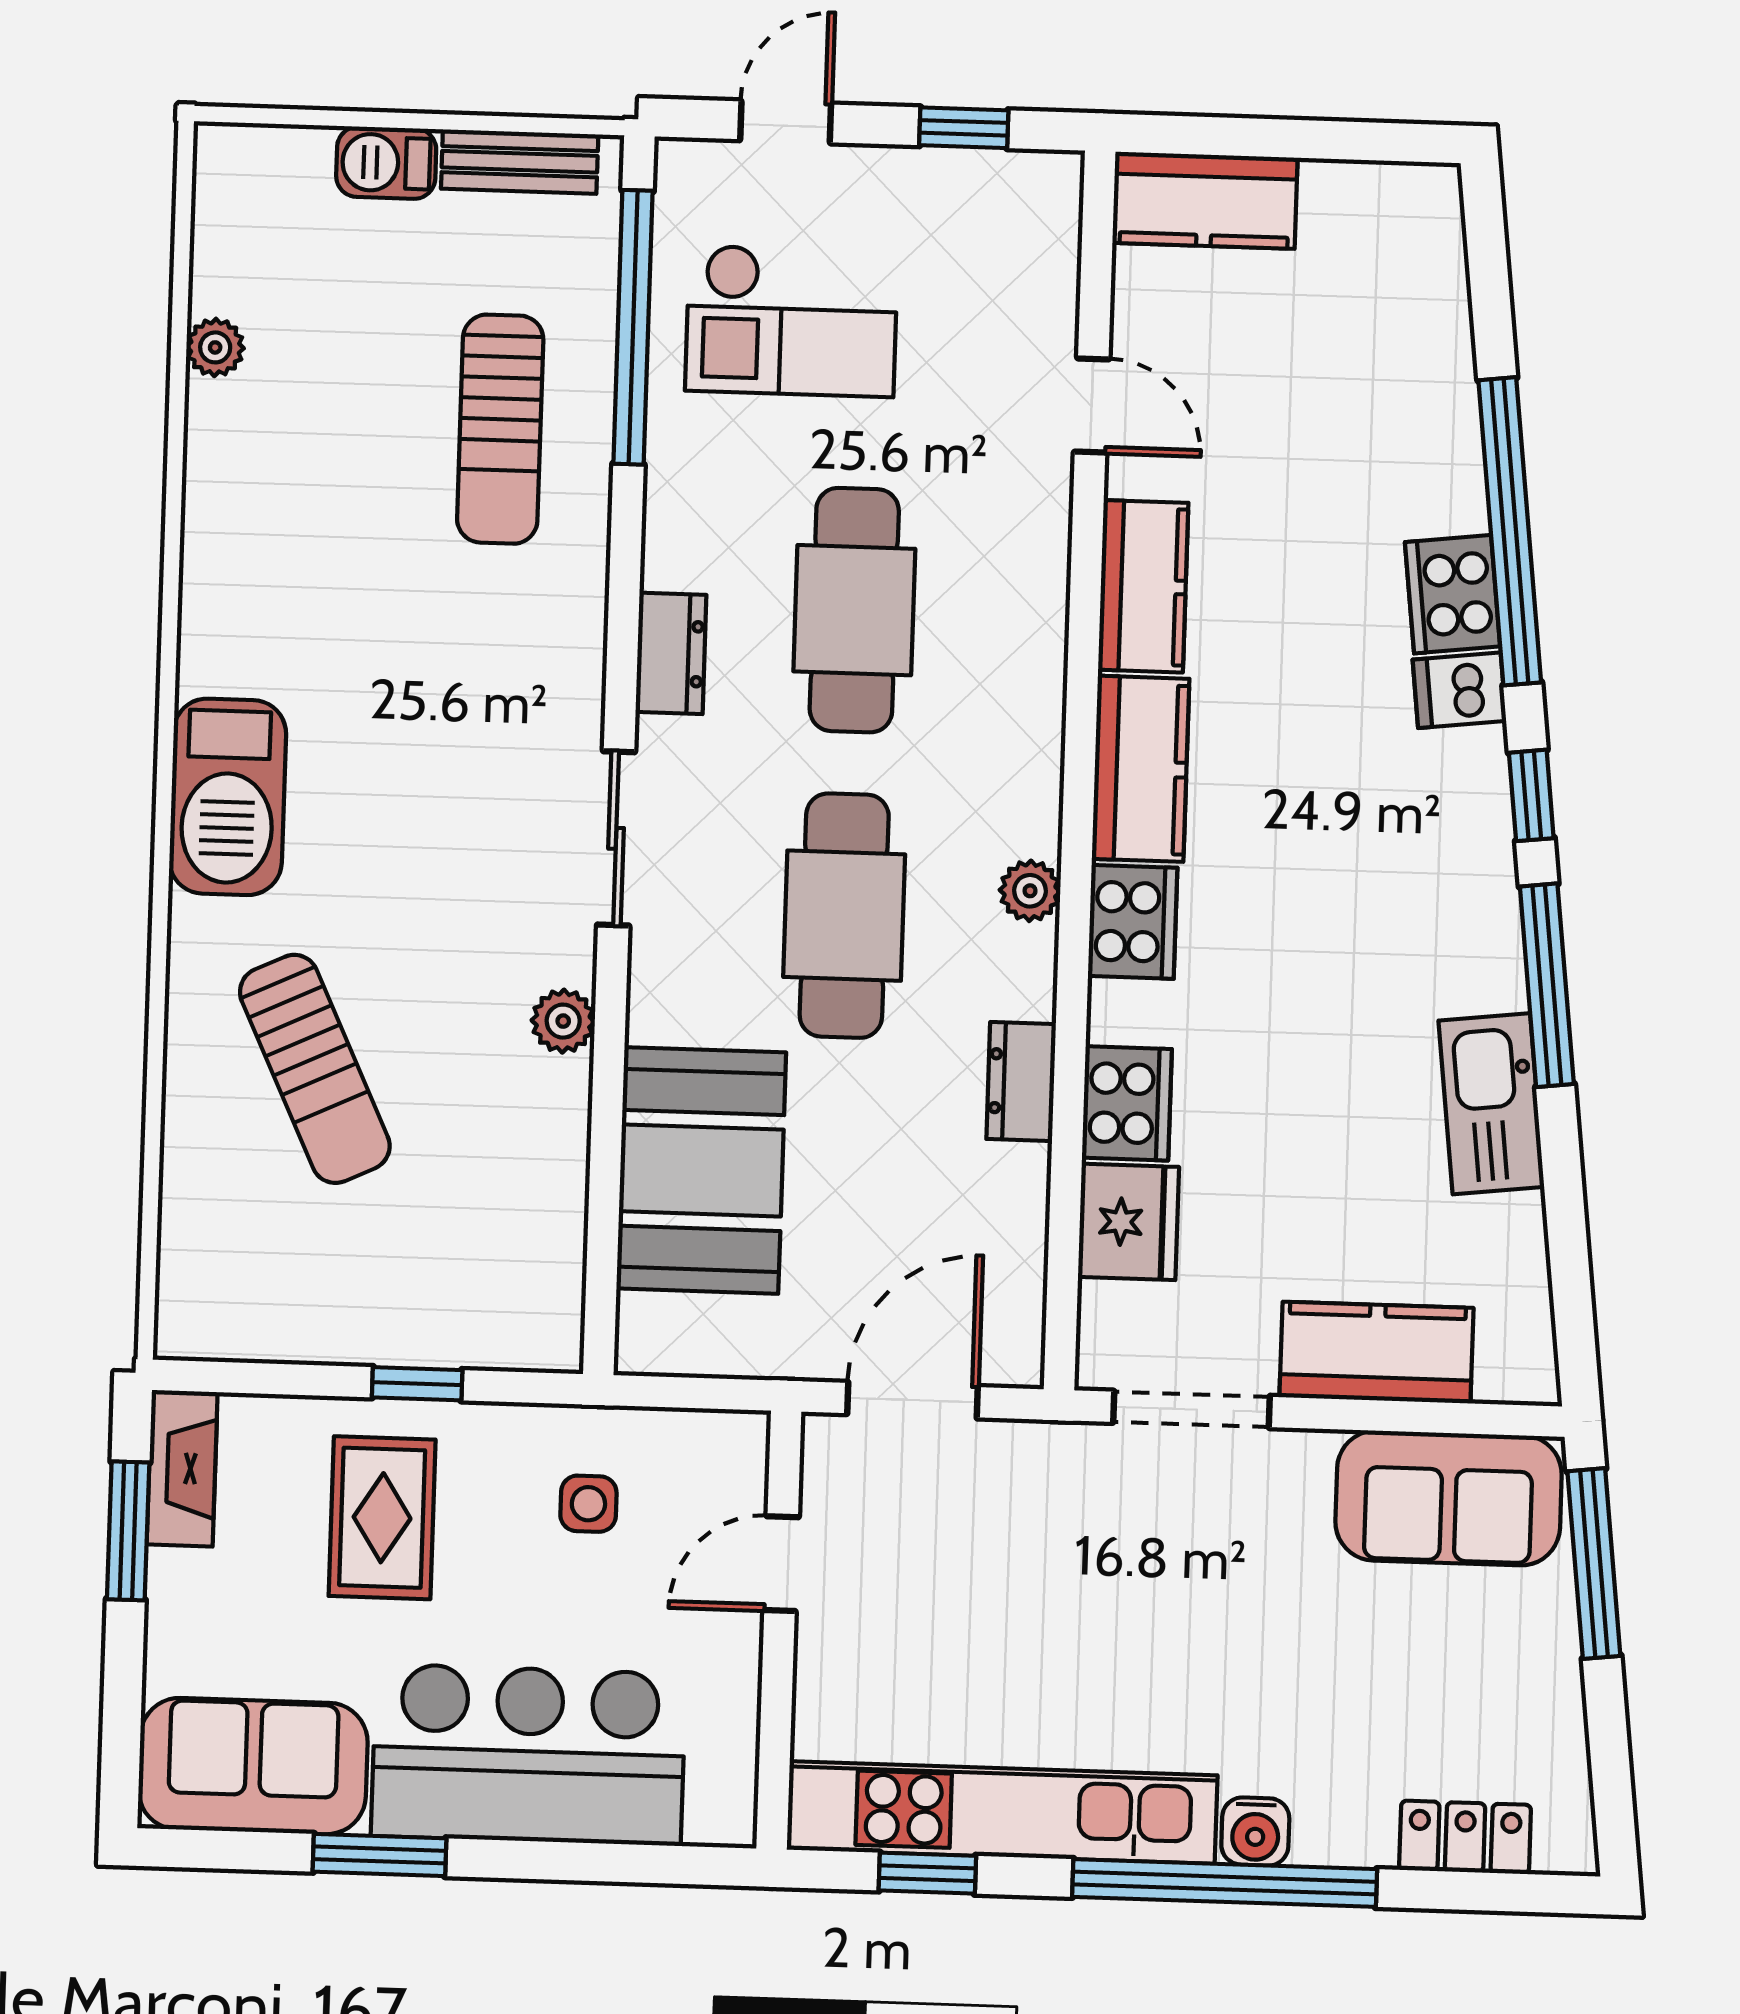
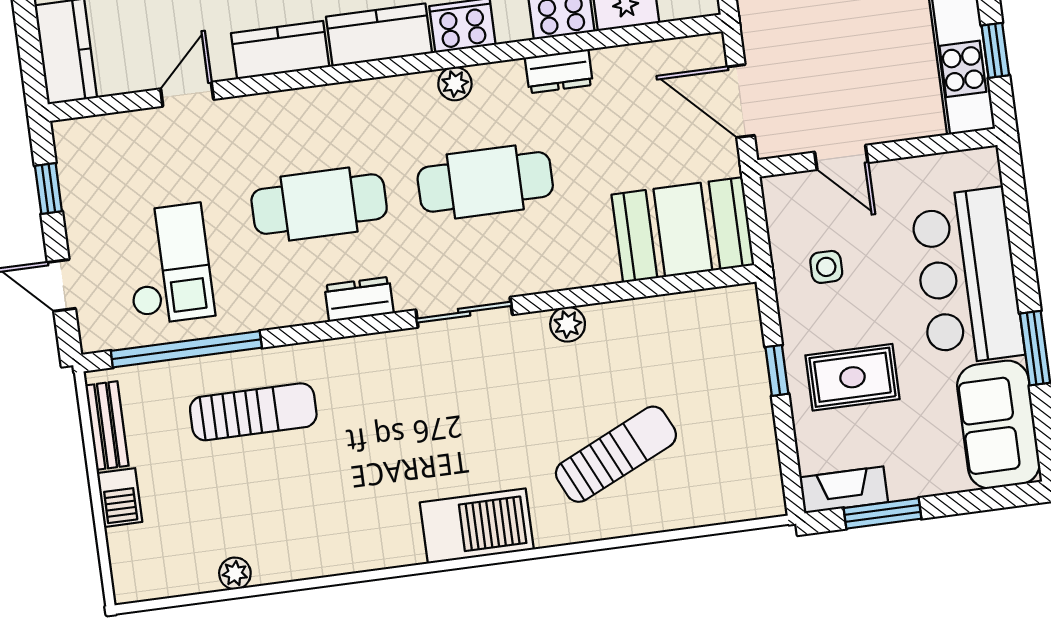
booth: (701, 1170) -> (683, 230), moved

